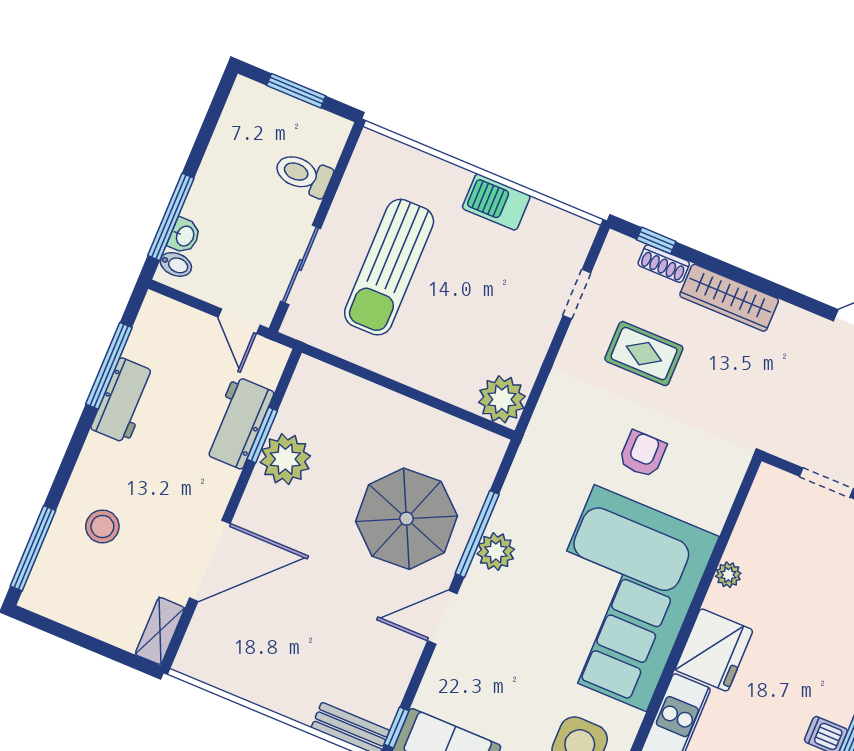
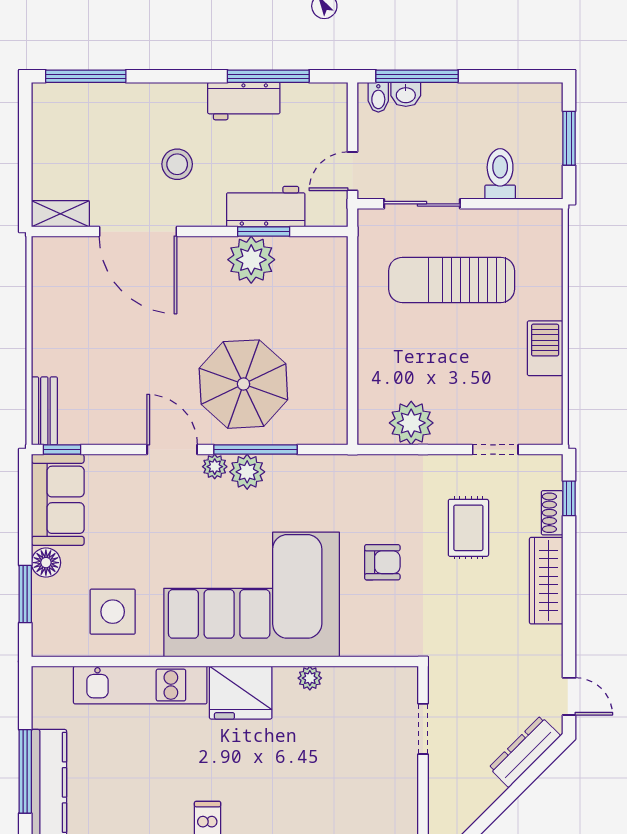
plant: (502, 399) -> (411, 423), moved
stool: (102, 526) -> (177, 164), moved
plant: (477, 582) -> (215, 467), added

